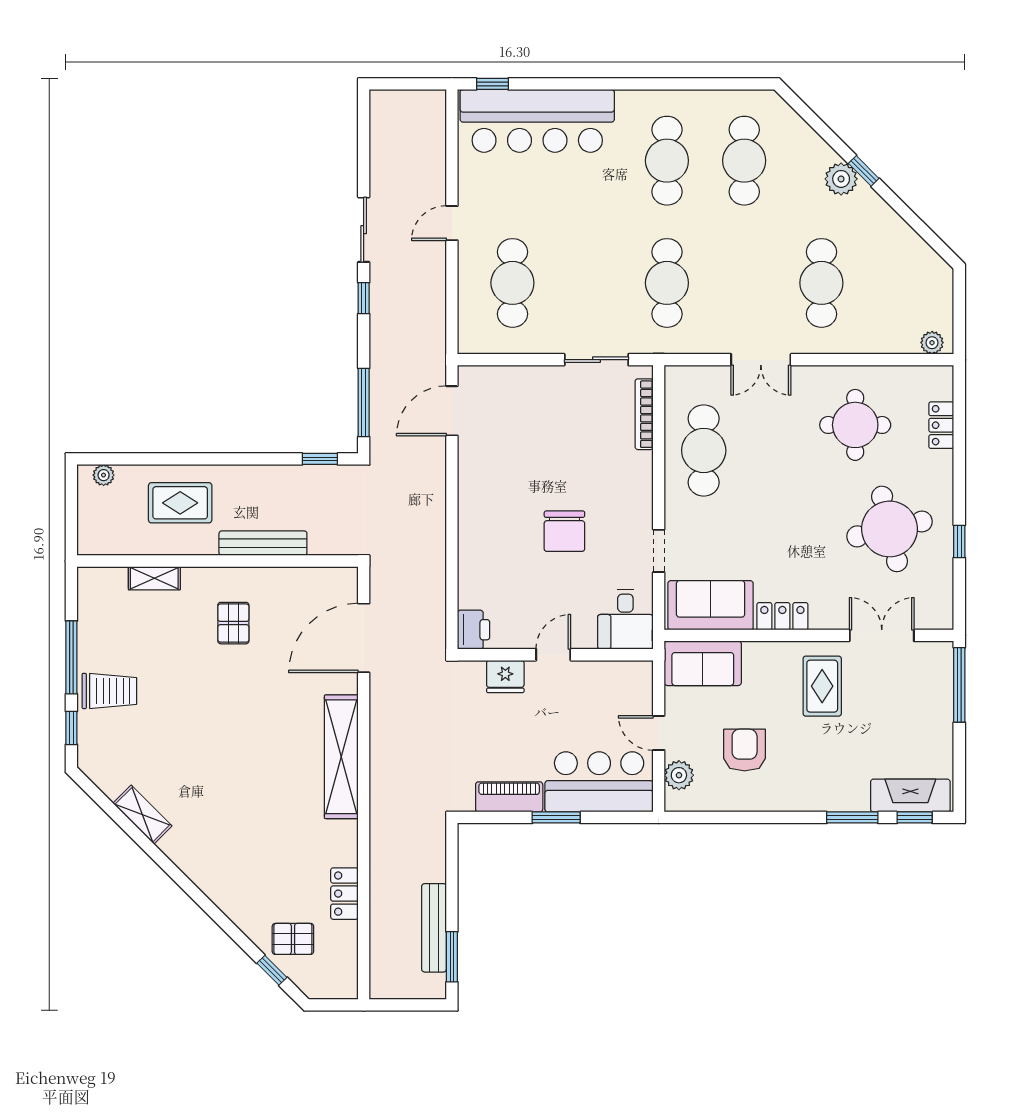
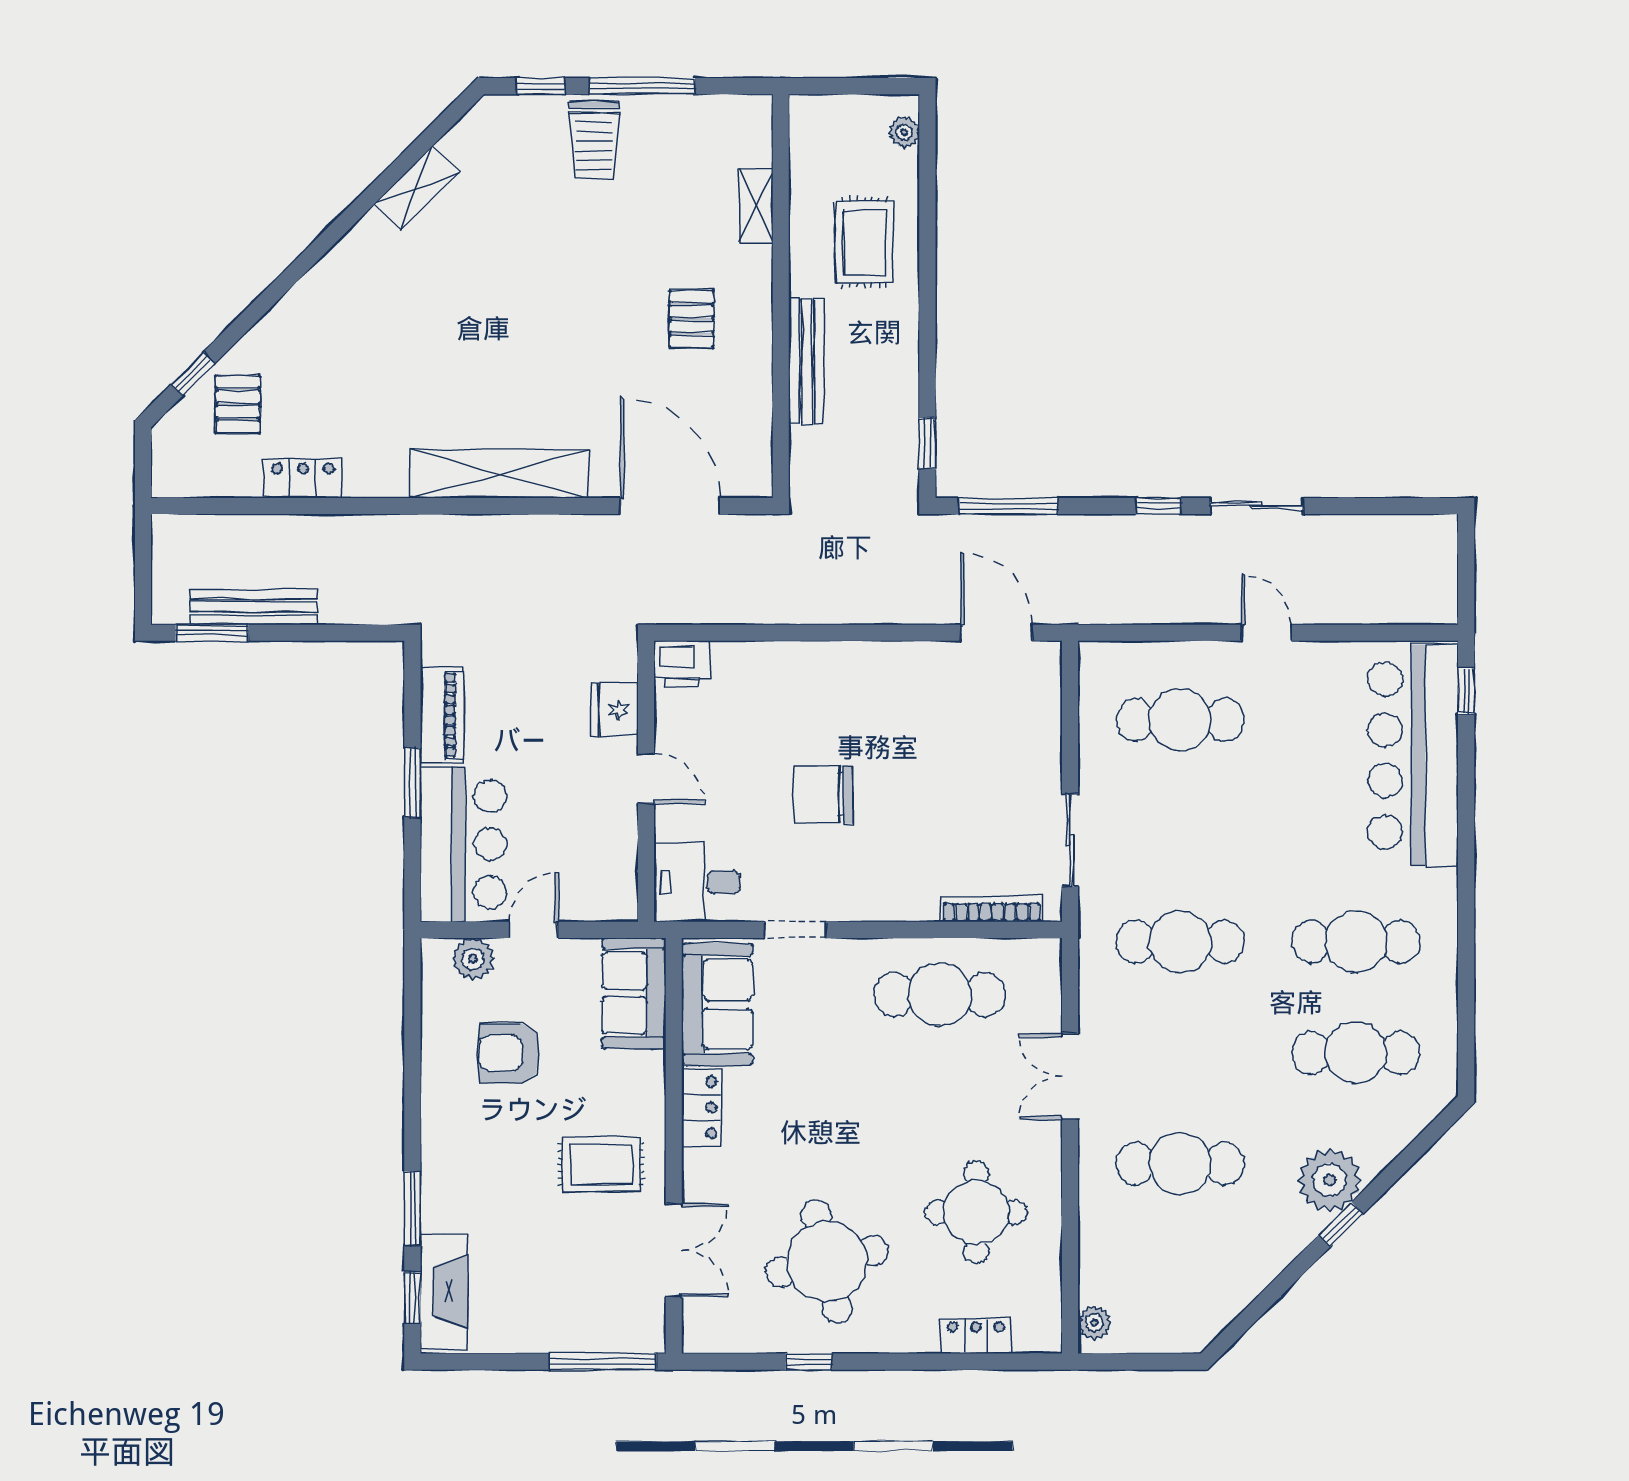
plant: (841, 179) -> (1330, 1180), width x1.36, depth x1.36
pallet: (233, 623) -> (692, 319), turned 90
armchair: (745, 750) -> (509, 1053), turned 180

